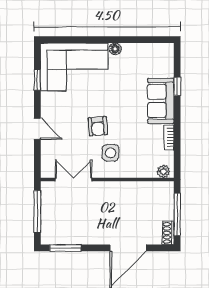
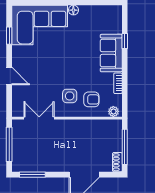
armchair: (98, 126) -> (91, 99), moved, turned -86

